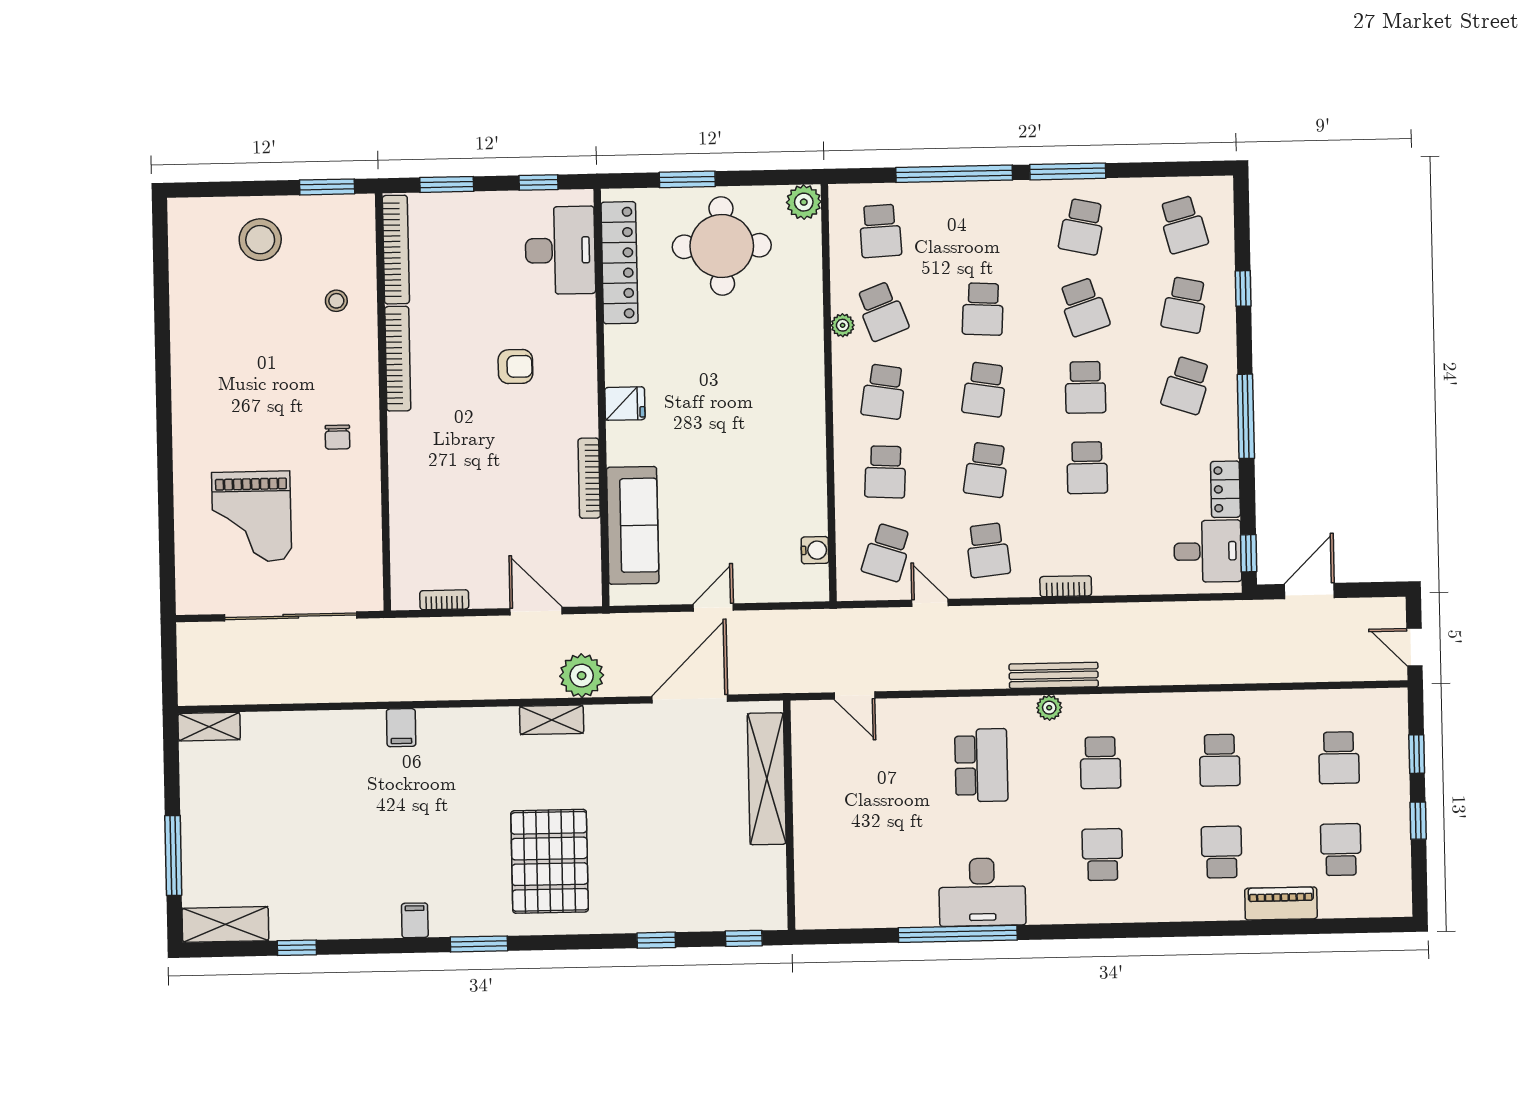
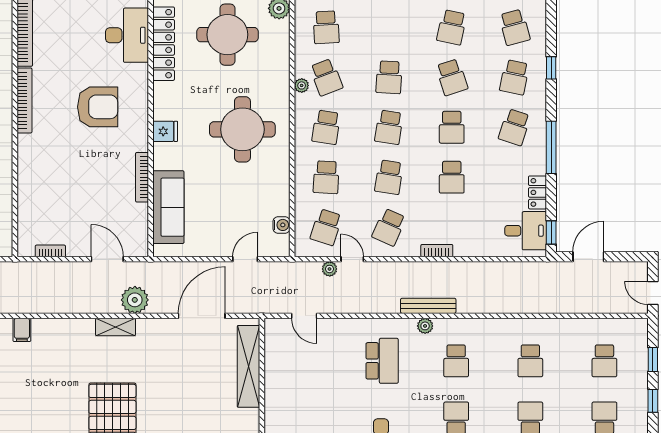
armchair: (515, 367) -> (98, 107), width x1.88, depth x1.88
round table: (749, 398) -> (242, 129), added
school desk: (988, 550) -> (389, 227), turned 30
door: (713, 607) -> (245, 259), moved
plant: (894, 619) -> (330, 269), added

